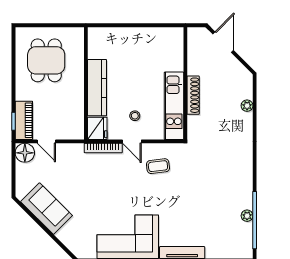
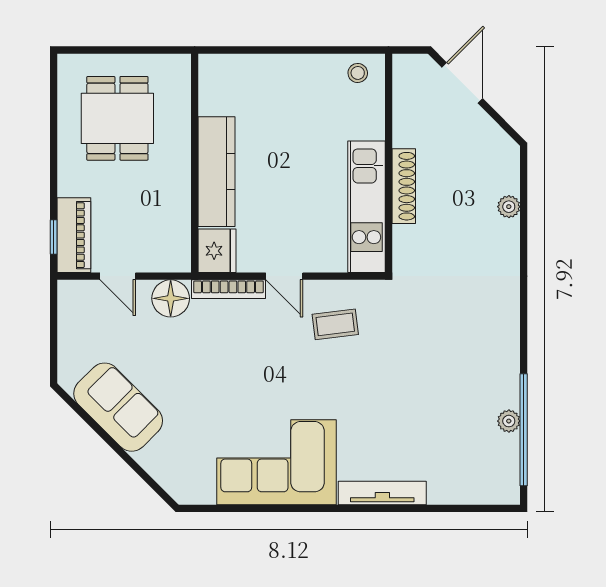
stool: (135, 116) -> (358, 73), moved
floor lamp: (25, 153) -> (171, 298), moved

